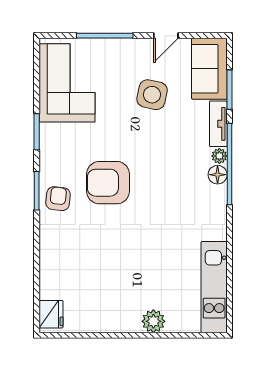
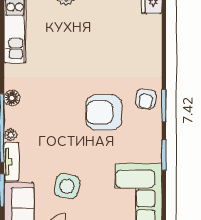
floor lamp: (218, 175) -> (12, 98), moved
armchair: (108, 183) -> (104, 112), turned 180

